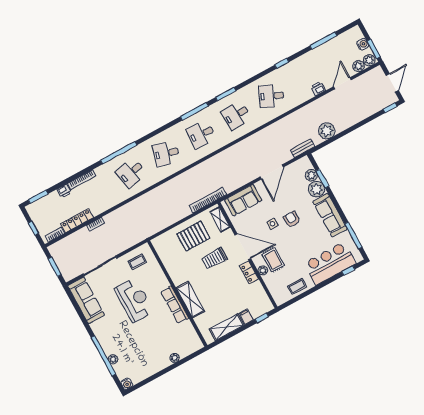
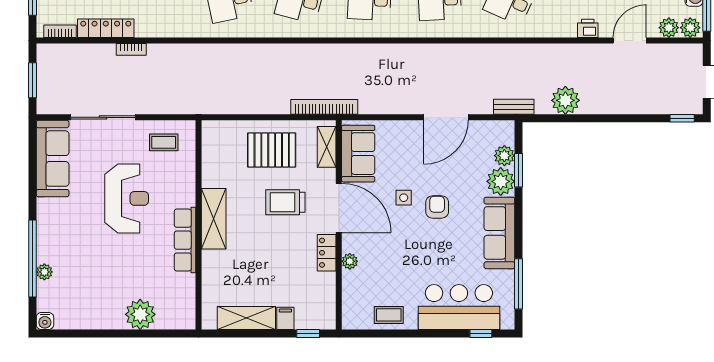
sofa: (243, 200) -> (358, 154), moved, turned -90
rug: (273, 260) -> (375, 254), removed
shelving: (190, 300) -> (214, 219), moved
plant: (175, 358) -> (140, 314), width x1.87, depth x1.87

